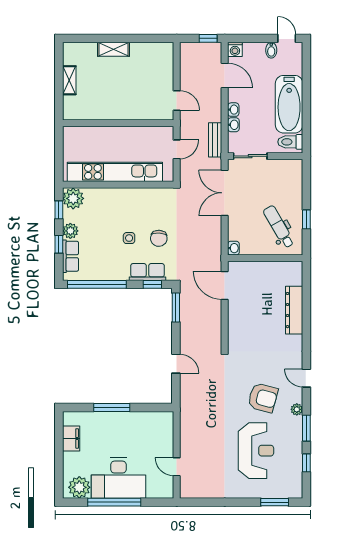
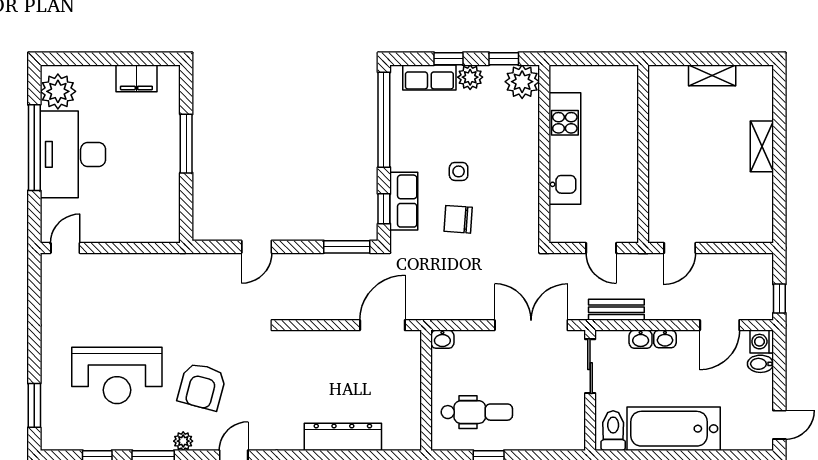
bidet: (271, 50) -> (760, 364), moved
kitchen unit: (115, 172) -> (565, 149), width x0.73
dental chair: (279, 227) -> (477, 412), turned 30
door: (177, 467) -> (65, 248), moved

